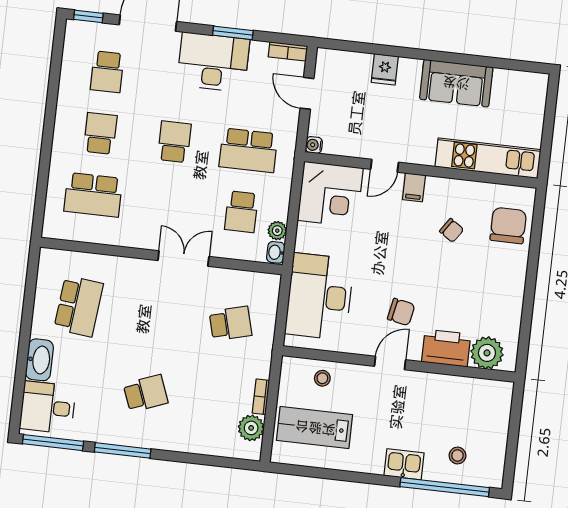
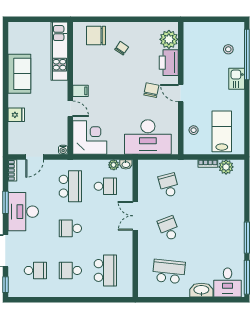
chair: (452, 230) -> (122, 48), moved
school desk: (146, 393) -> (169, 228), moved
lab bench: (315, 428) -> (222, 131), turned 180

